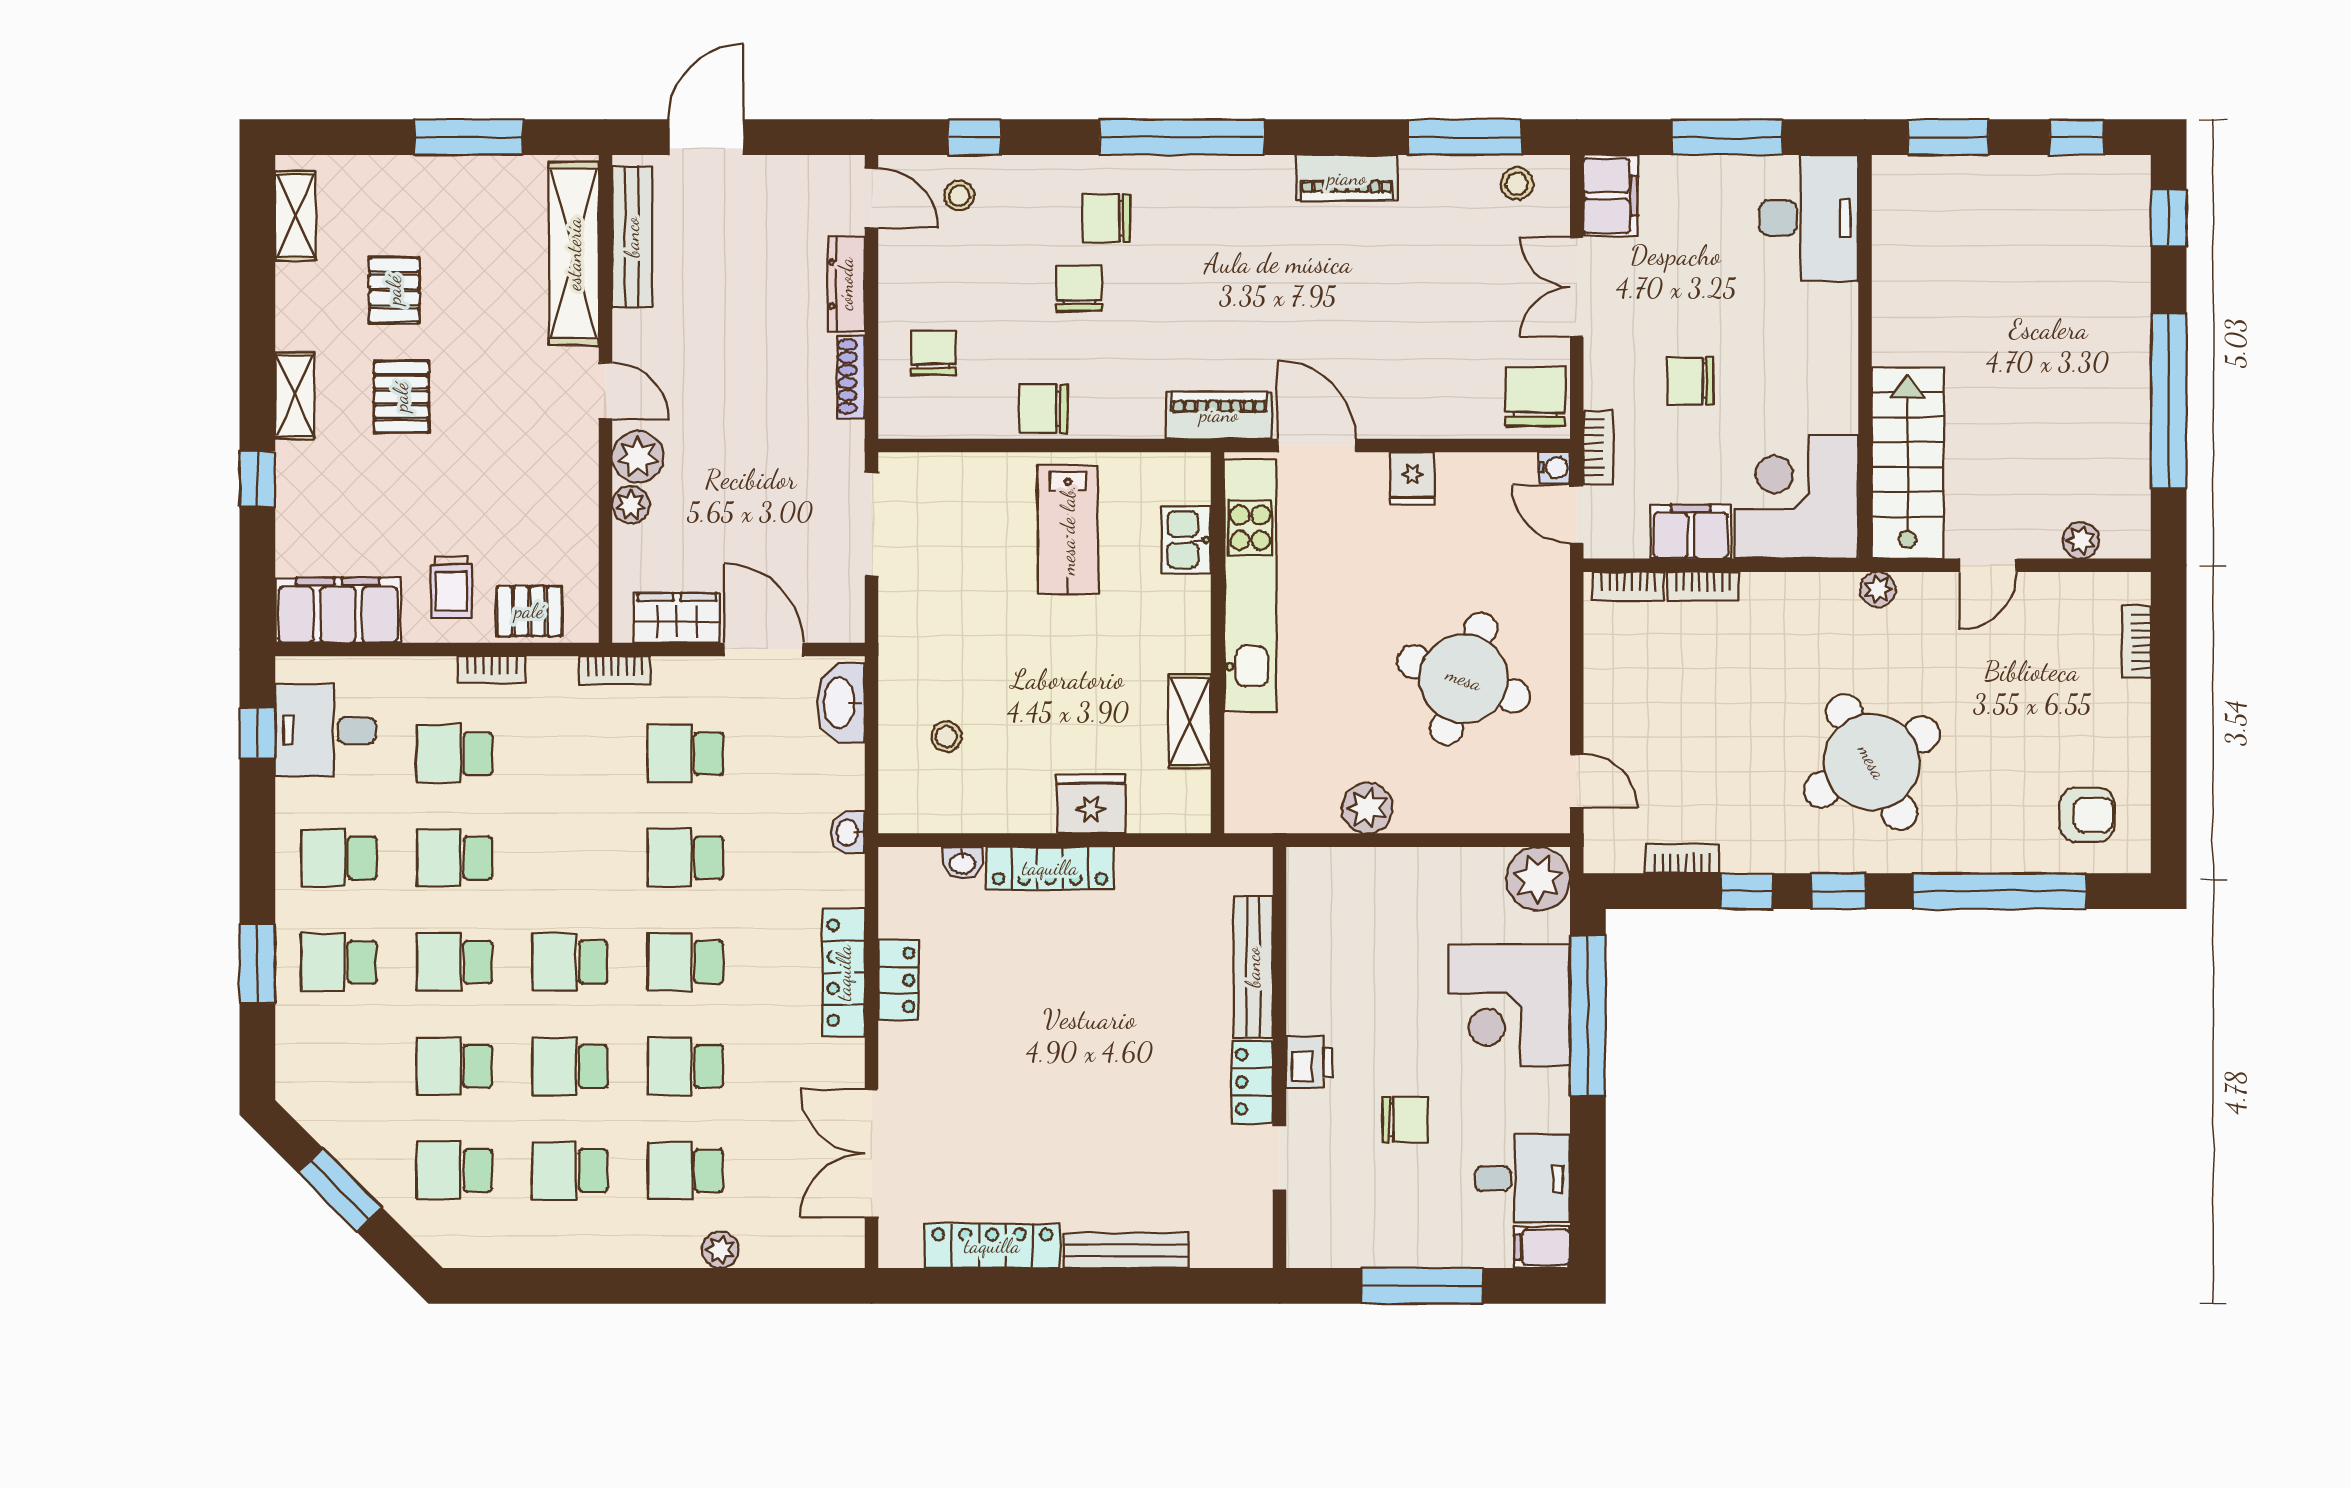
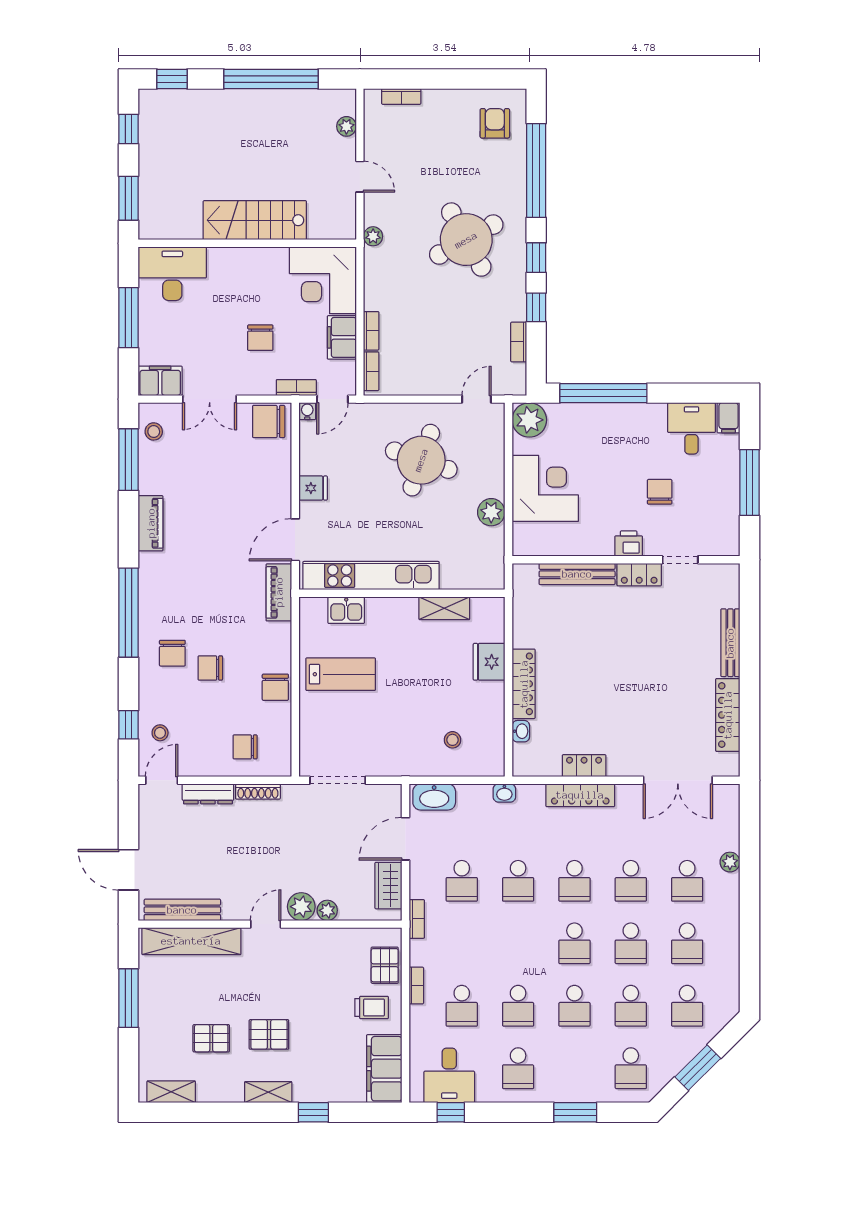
stairs: (1908, 463) -> (255, 220), moved
school desk: (339, 962) -> (631, 1068), moved
corner desk: (1509, 1005) -> (545, 488), moved, turned -90

